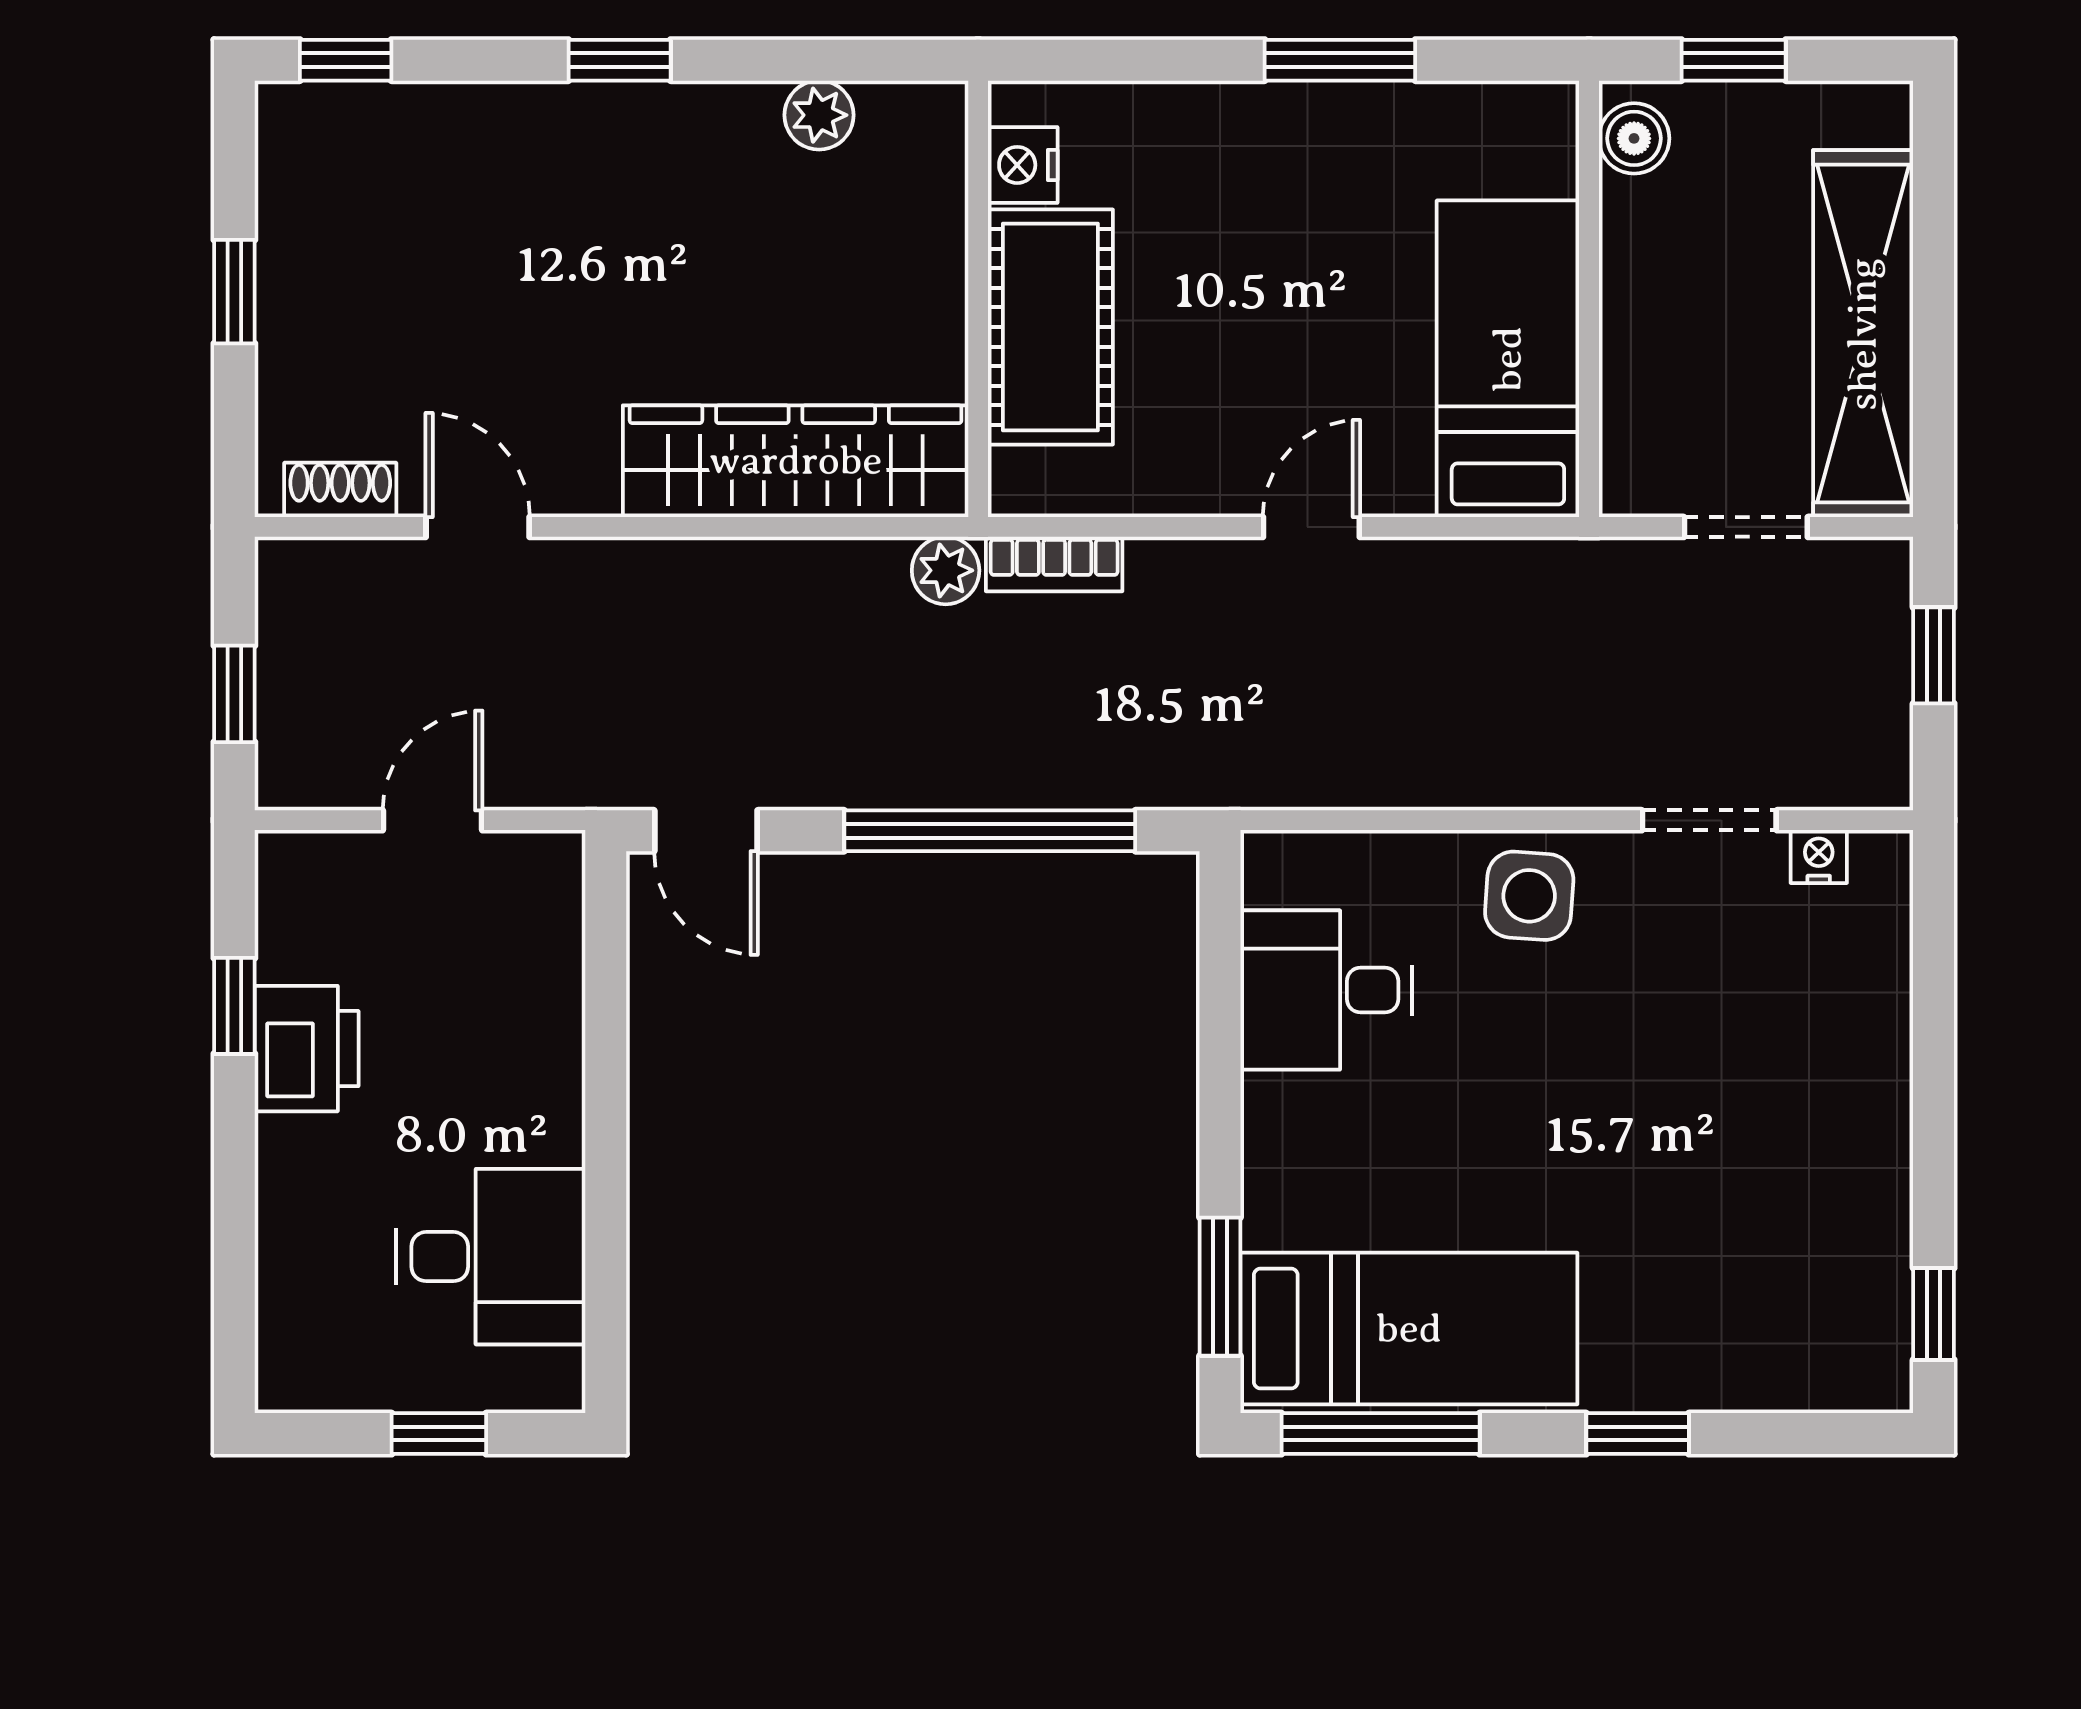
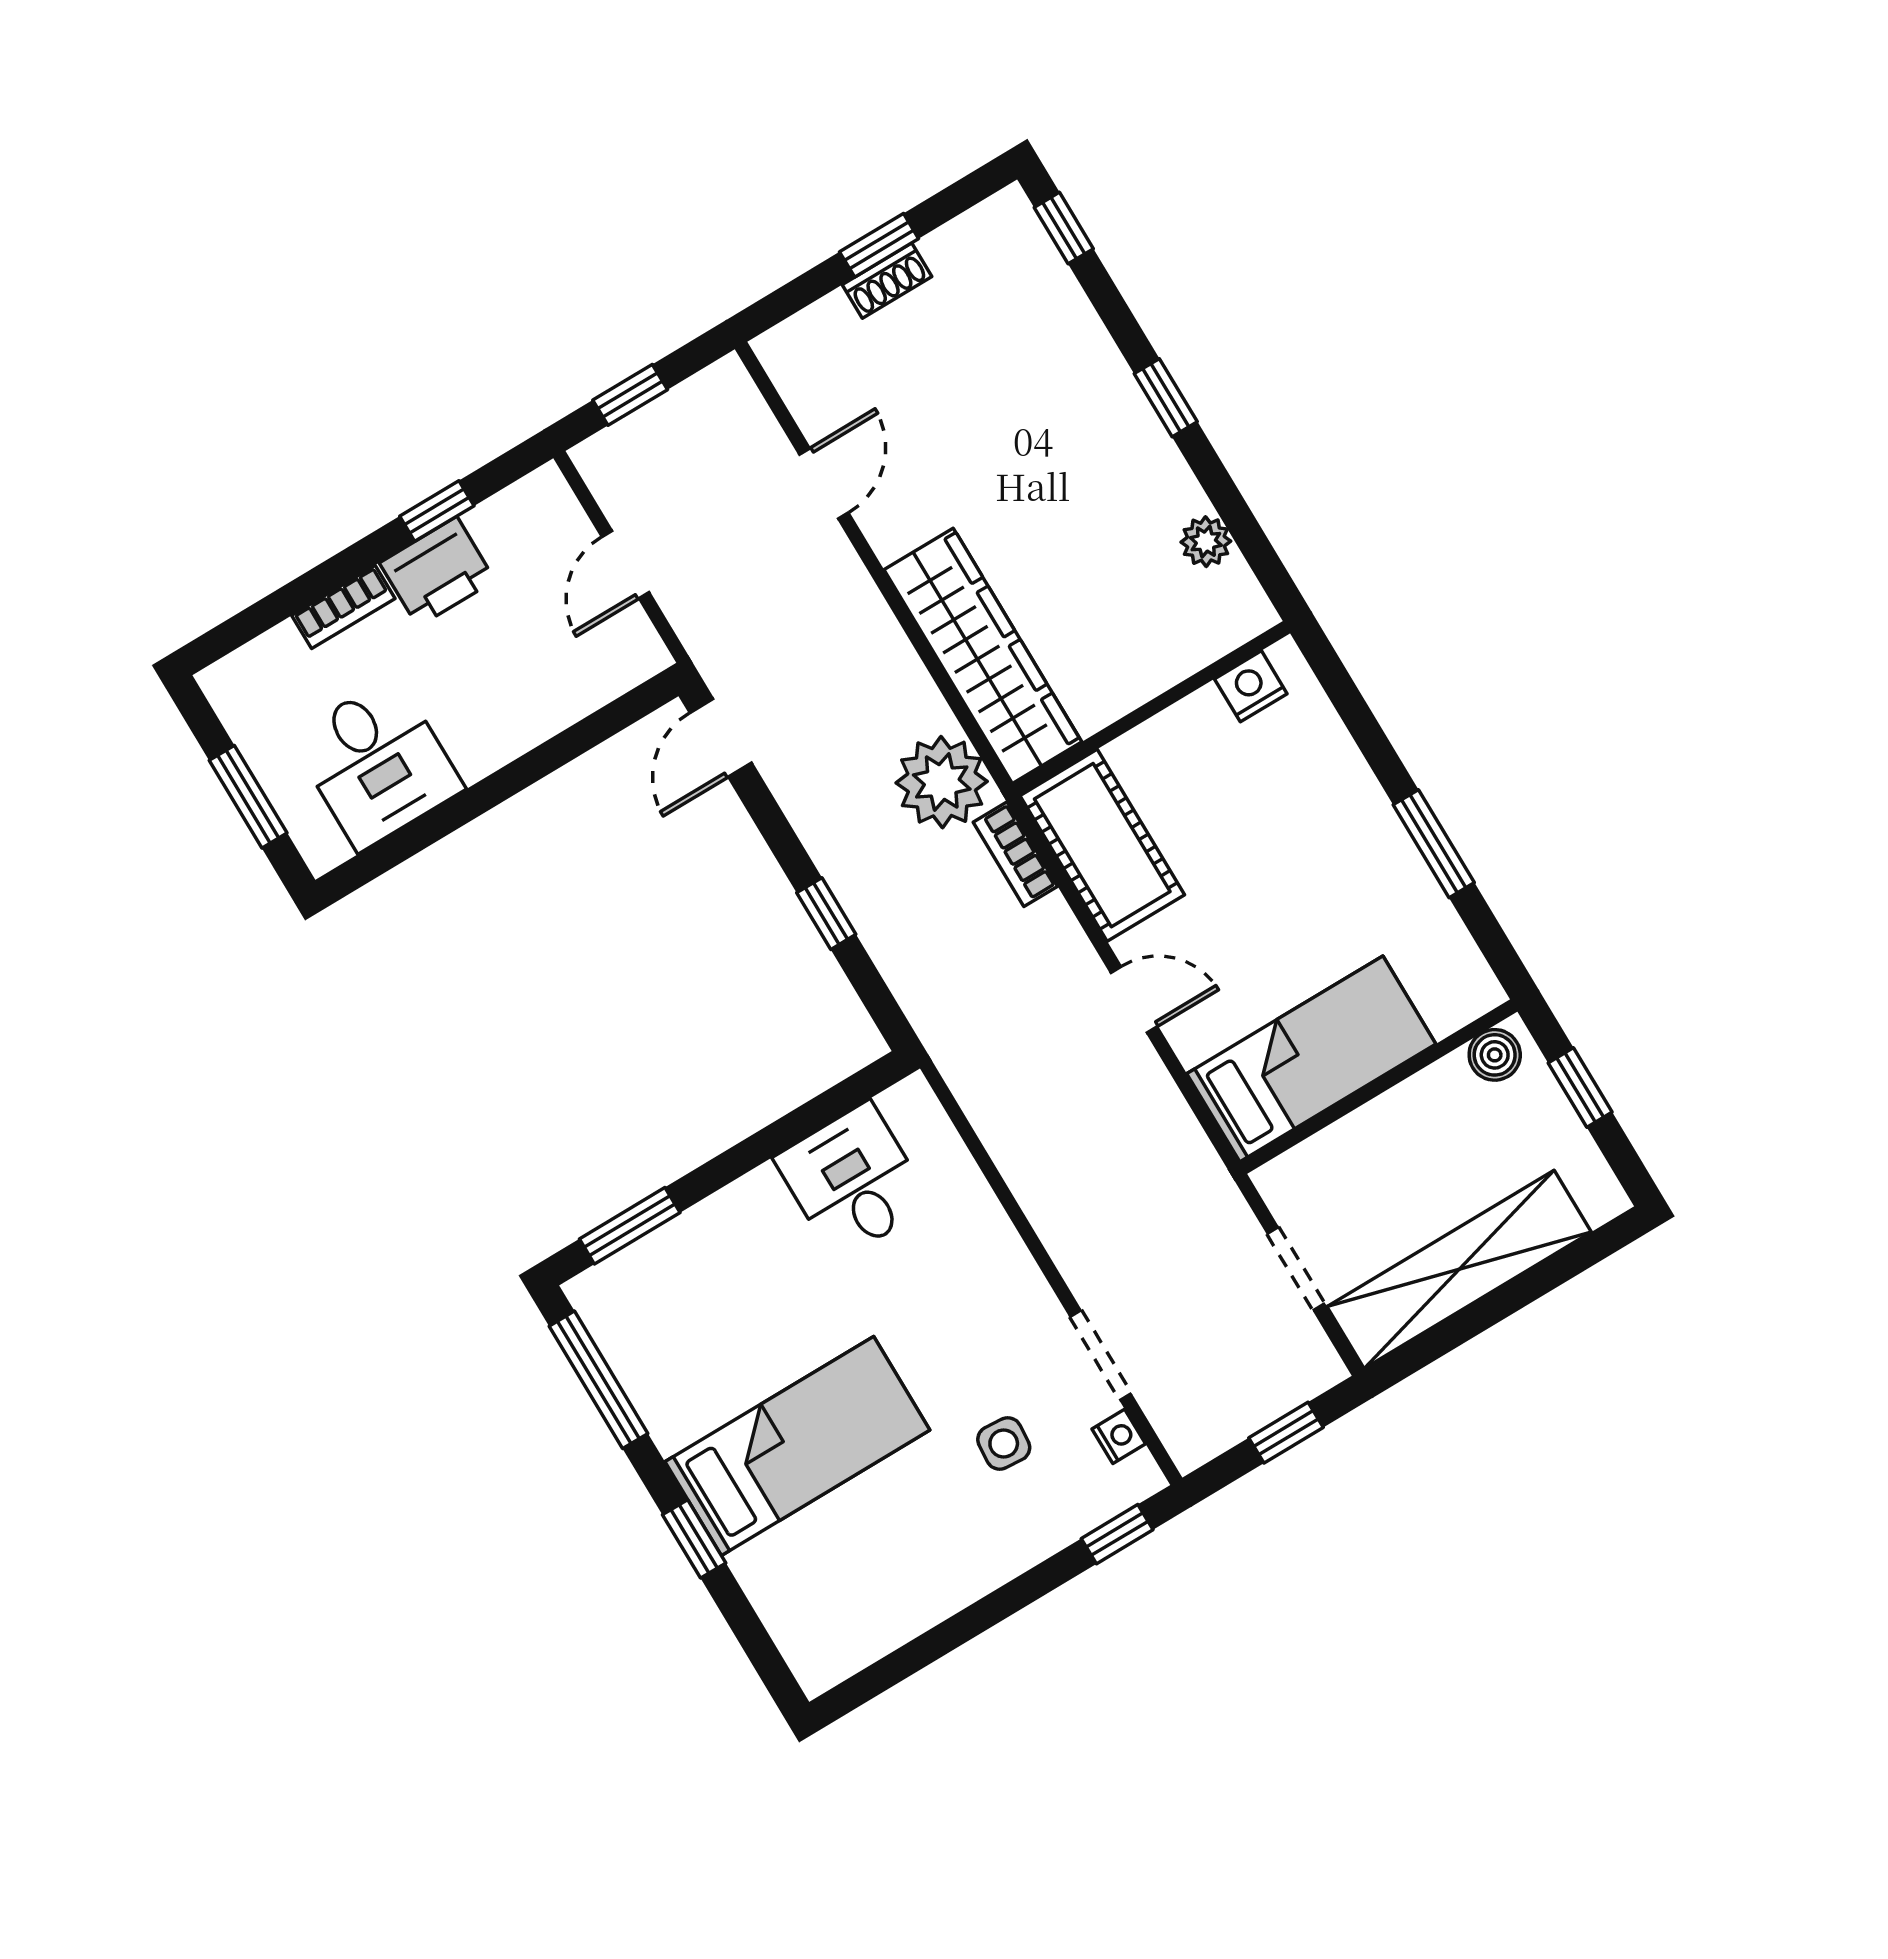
cot: (1050, 327) -> (1102, 845), moved, turned 90
shoe rack: (340, 490) -> (887, 281), moved, turned 90
plant: (946, 570) -> (942, 782), width x1.87, depth x1.87
door: (432, 820) -> (626, 565), swing flipped
window: (990, 831) -> (826, 914), width x0.32
side table: (1529, 896) -> (1004, 1444), moved, width x0.73, depth x0.73
bookcase: (282, 1185) -> (343, 607), added
window: (1934, 1314) -> (1117, 1534), moved
bed: (1409, 1329) -> (797, 1446), moved, turned -90
window: (439, 1434) -> (248, 797), width x1.50

